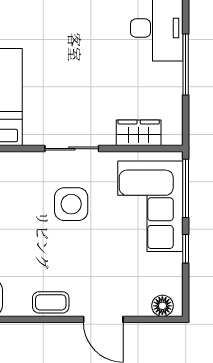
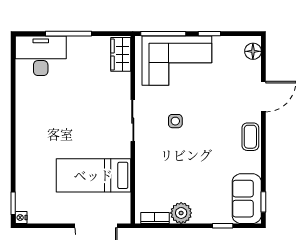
wardrobe: (139, 133) -> (121, 54), moved
side table: (71, 204) -> (175, 121), width x0.54, depth x0.54

